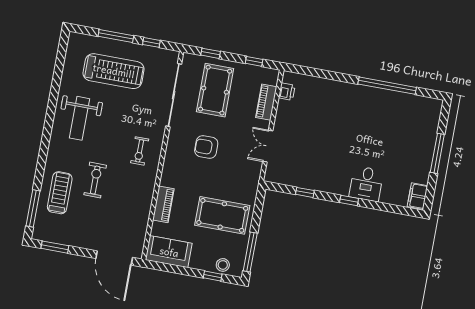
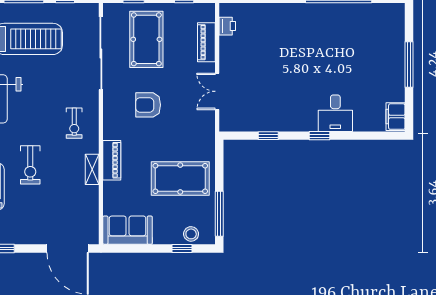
exercise bike: (95, 180) -> (30, 165), turned 180
shelving: (148, 194) -> (92, 169), added
piano: (163, 204) -> (112, 160), moved

